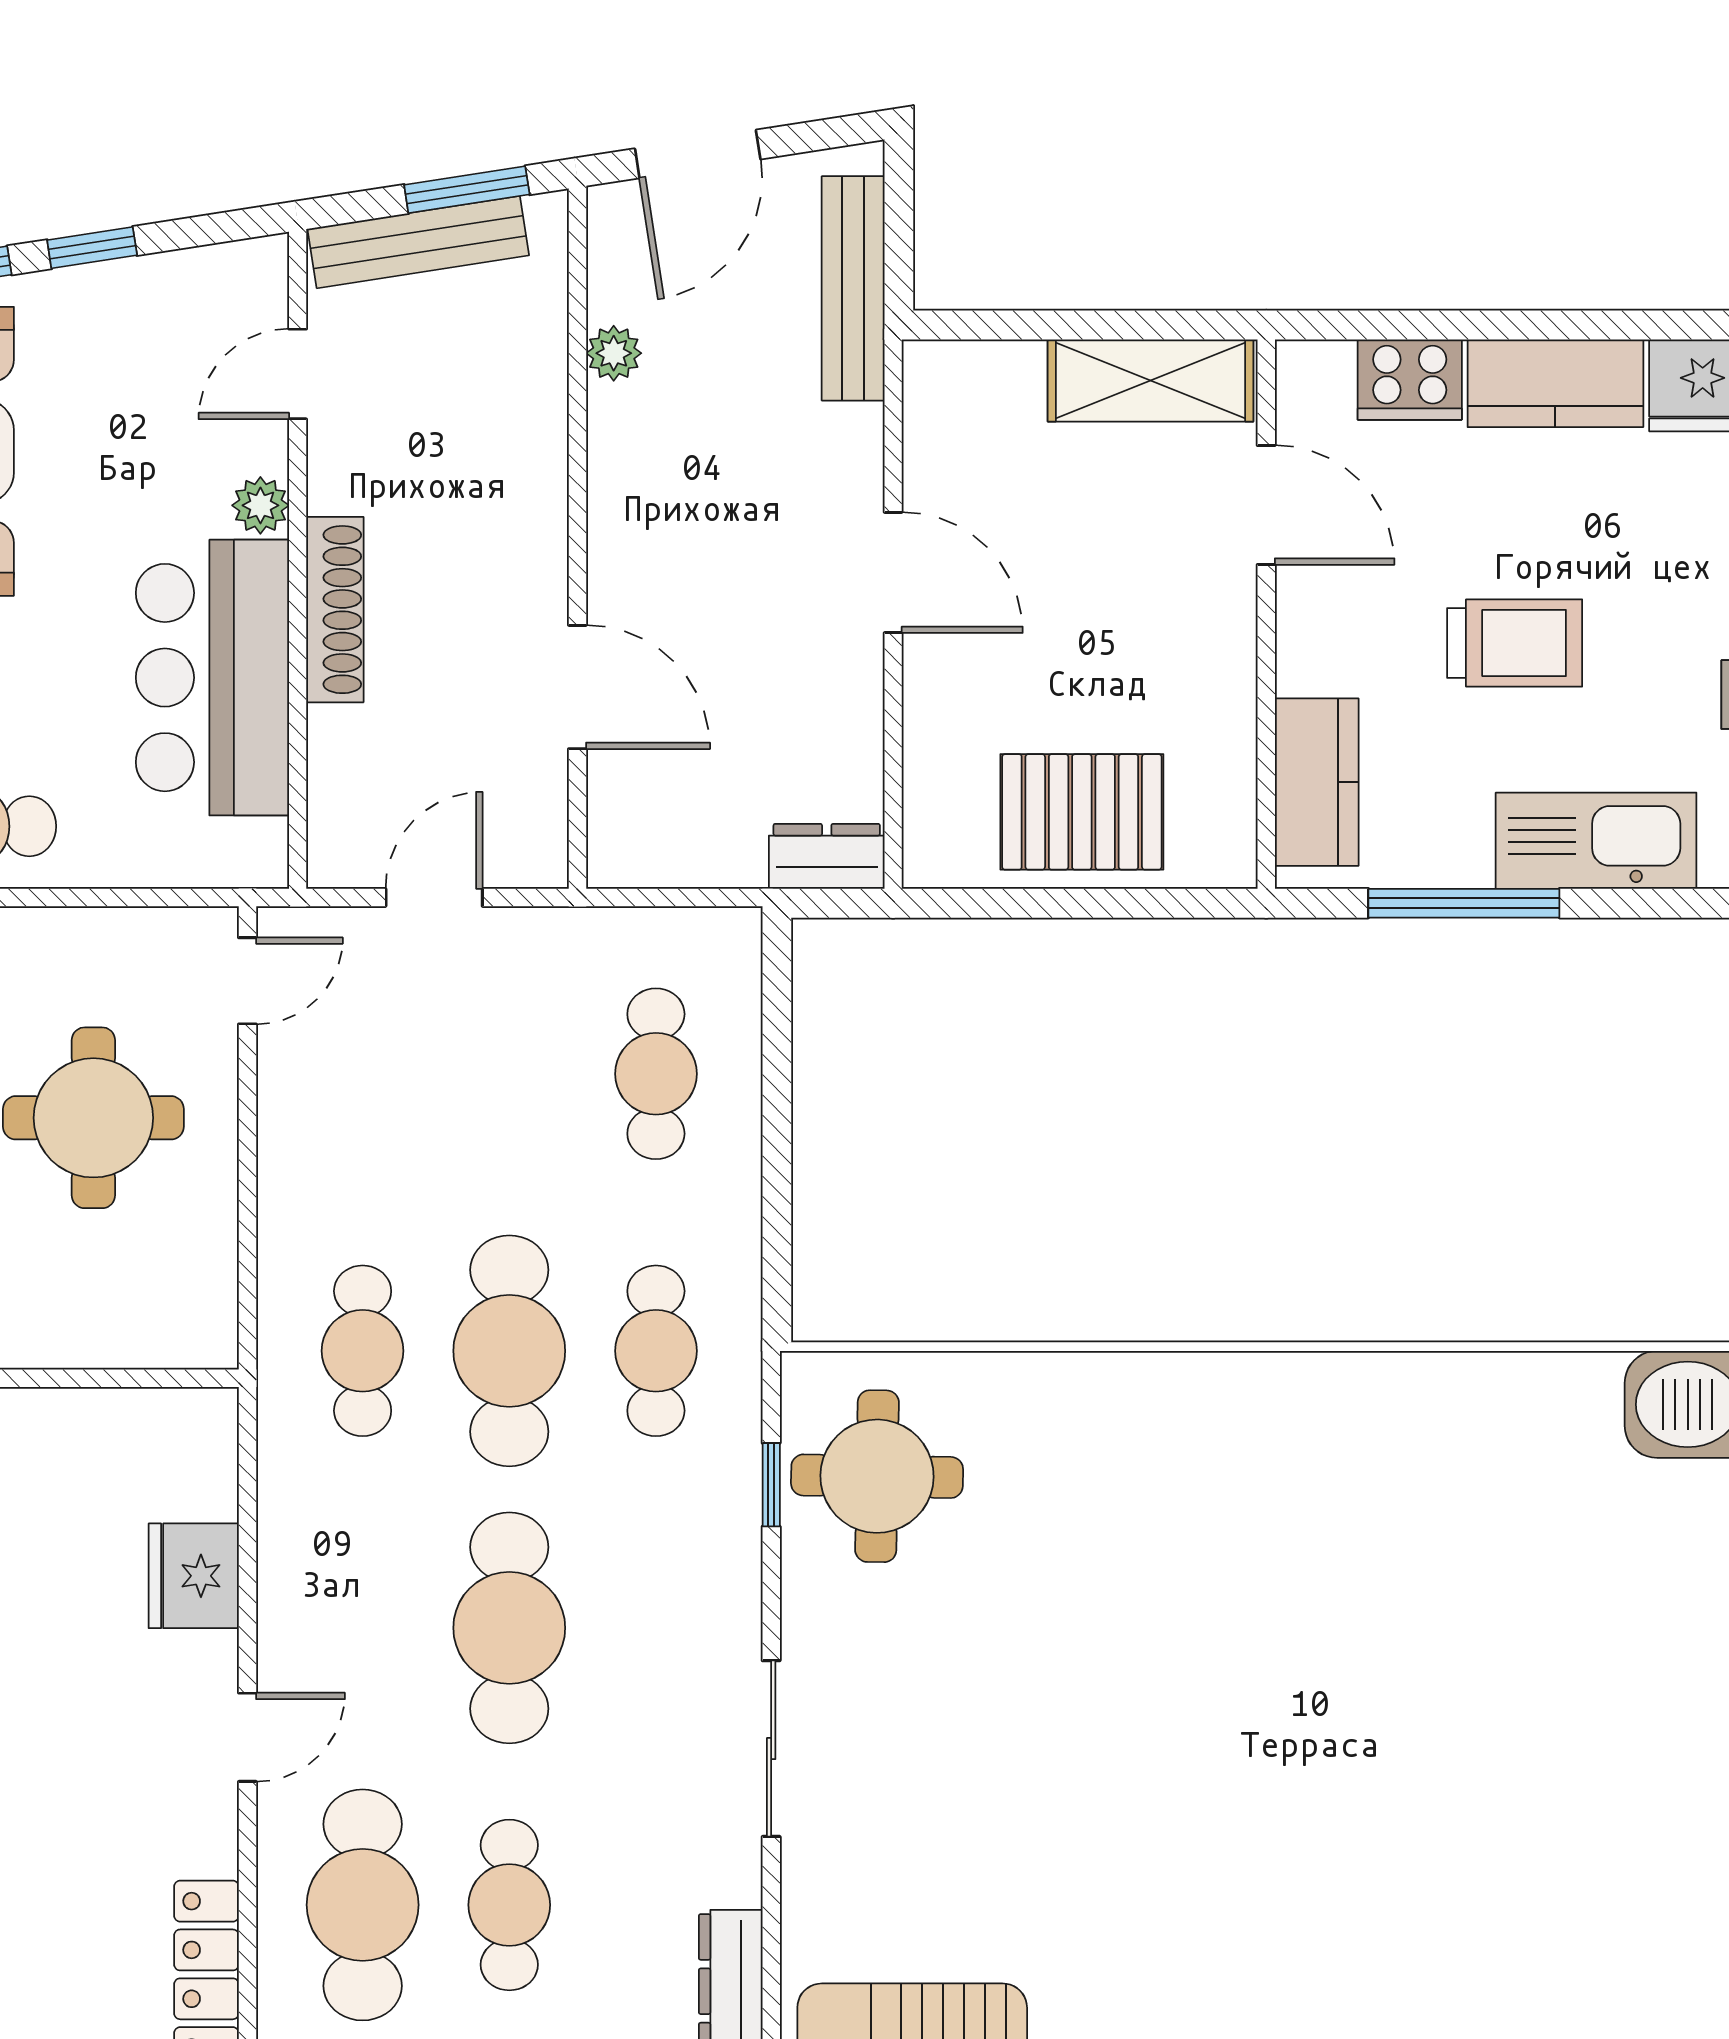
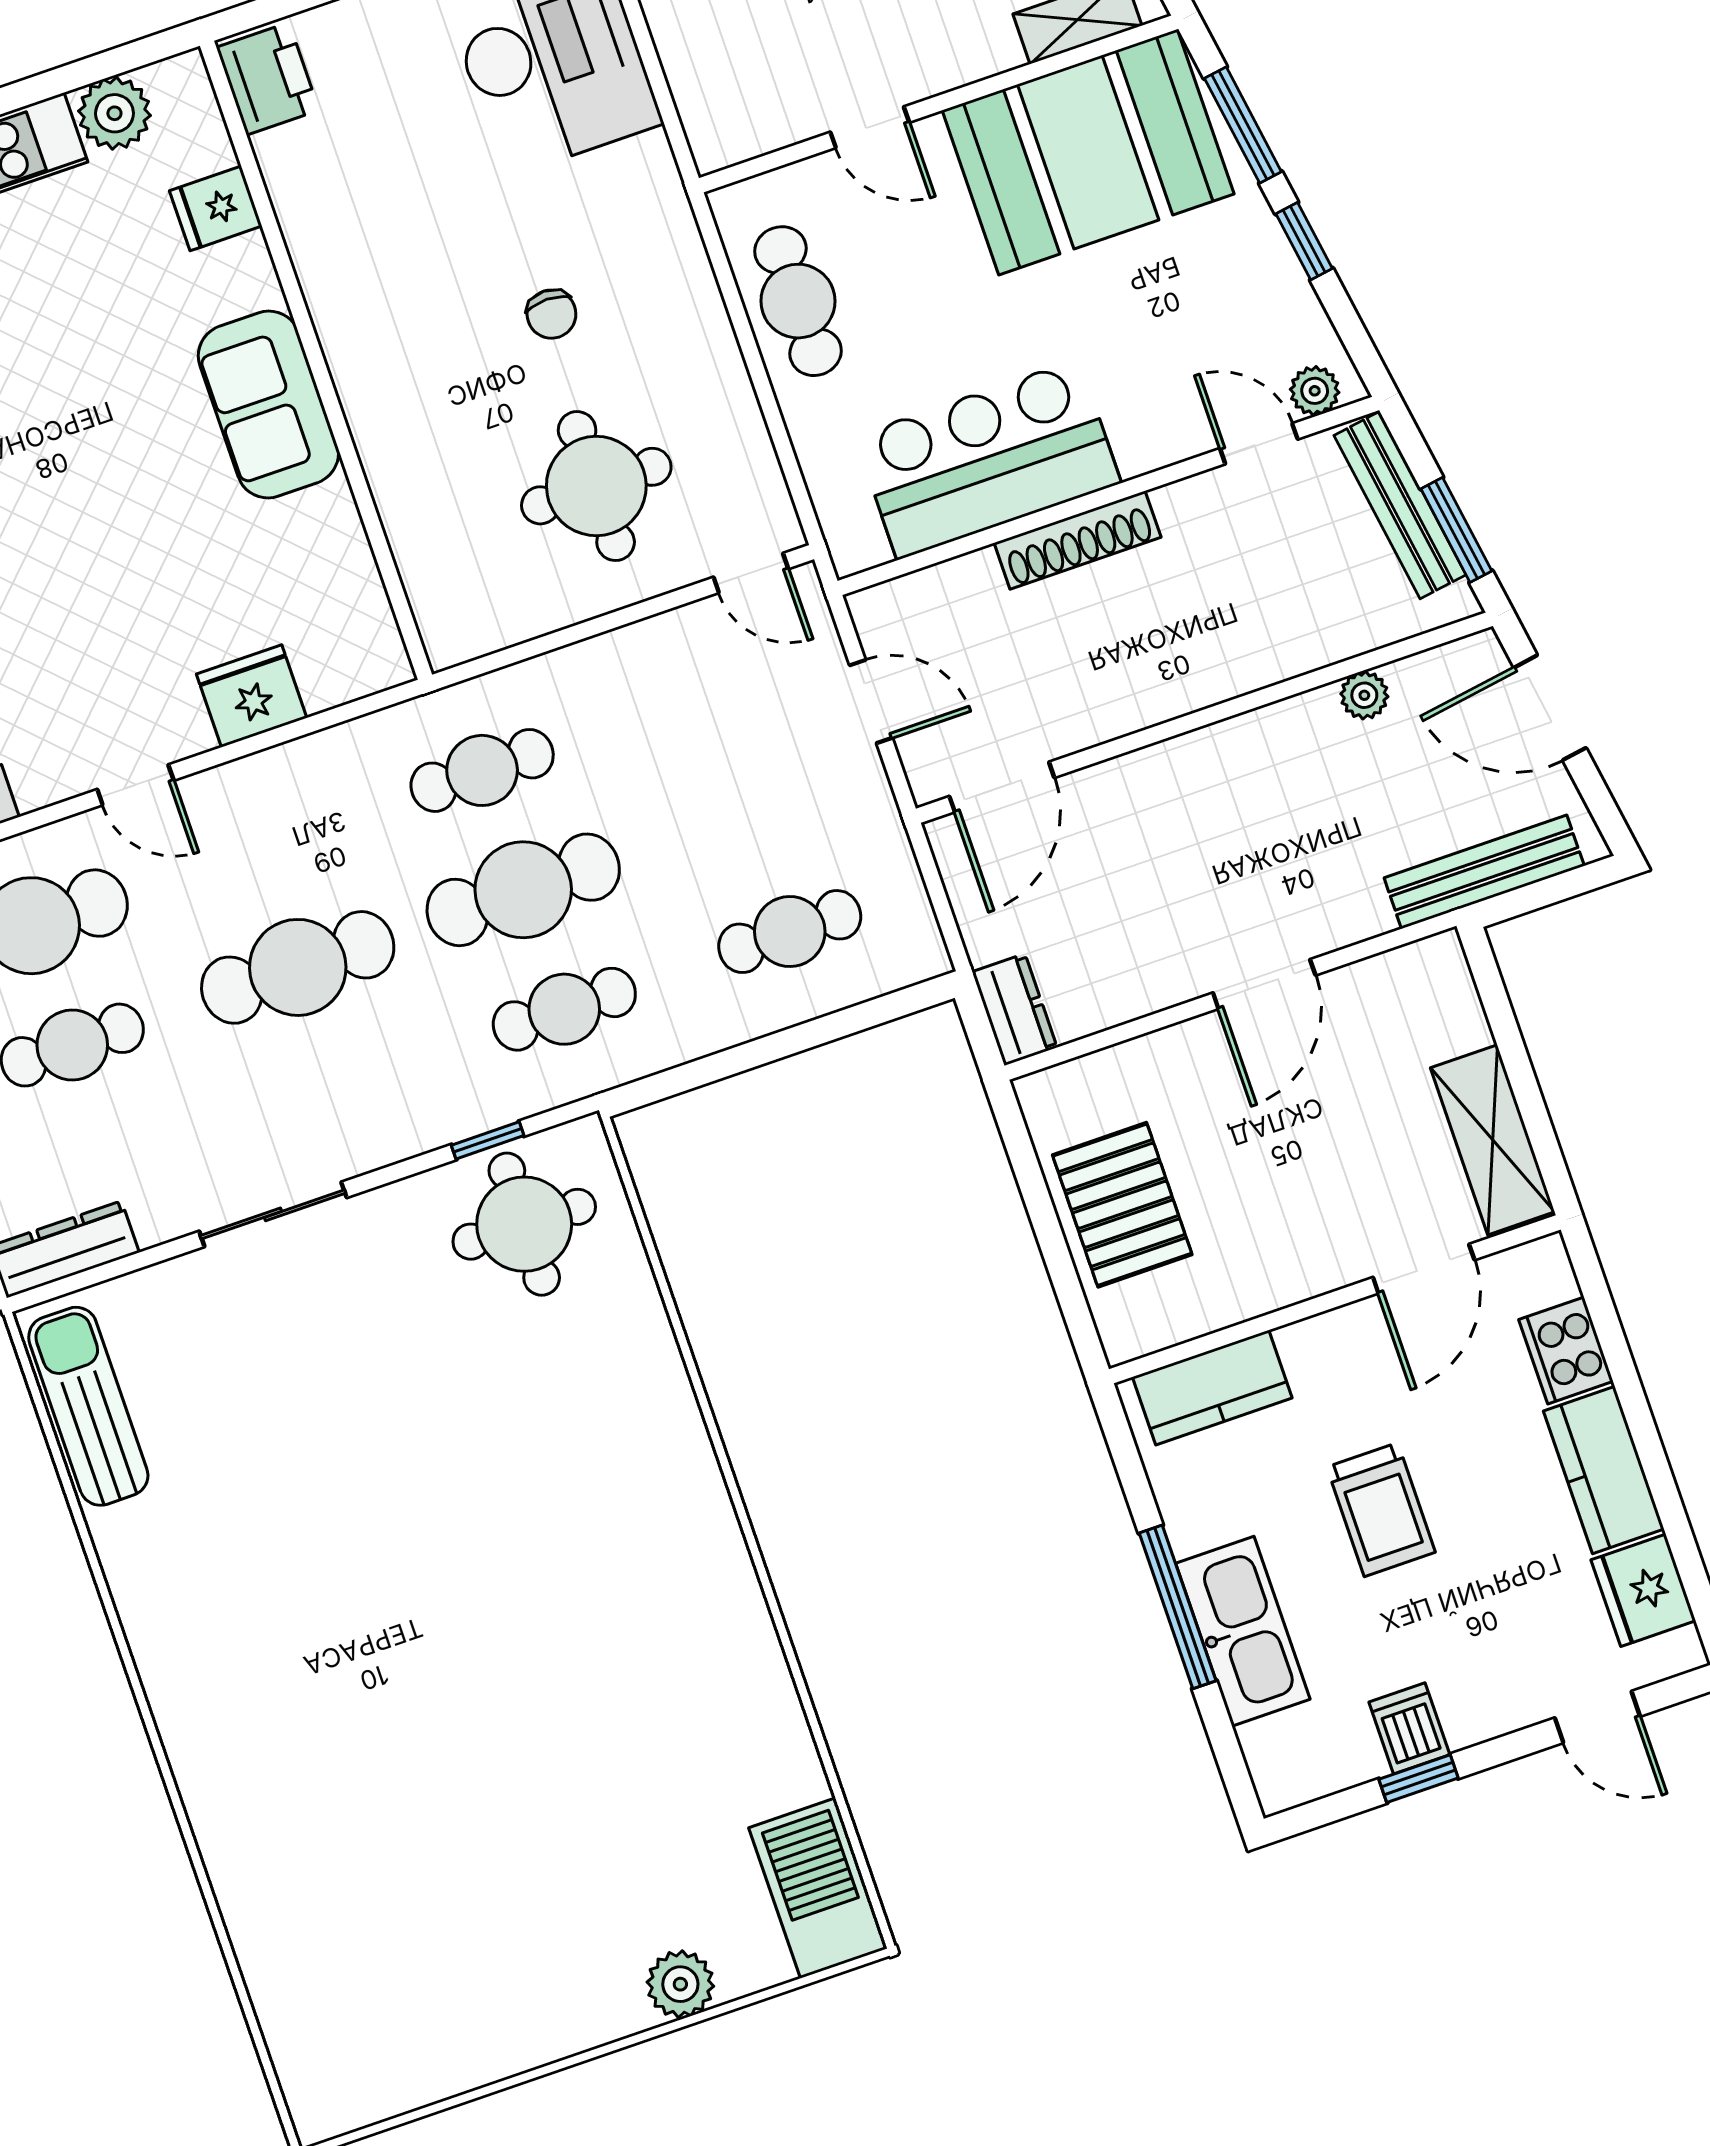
plant: (260, 505) -> (1315, 391), moved
door: (577, 687) -> (1002, 787), moved
window: (1464, 903) -> (1178, 1607), moved

